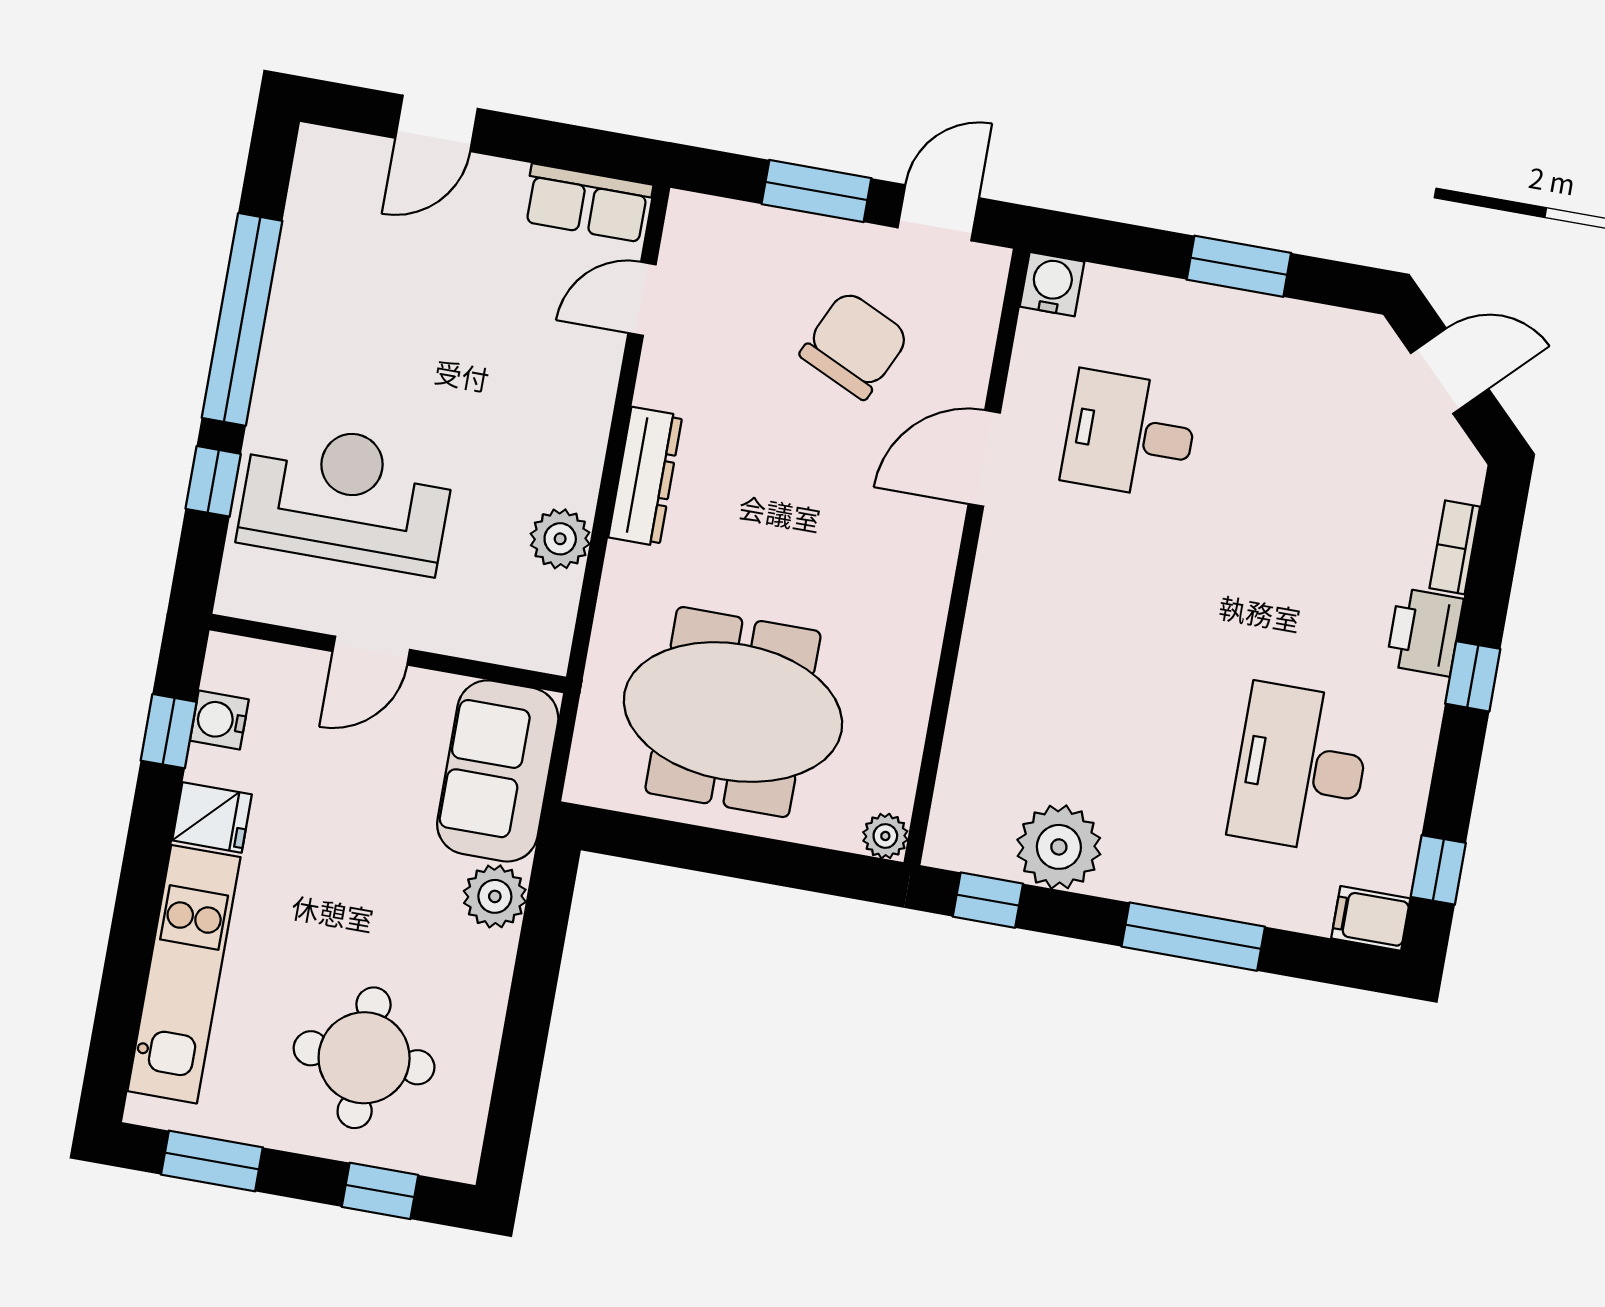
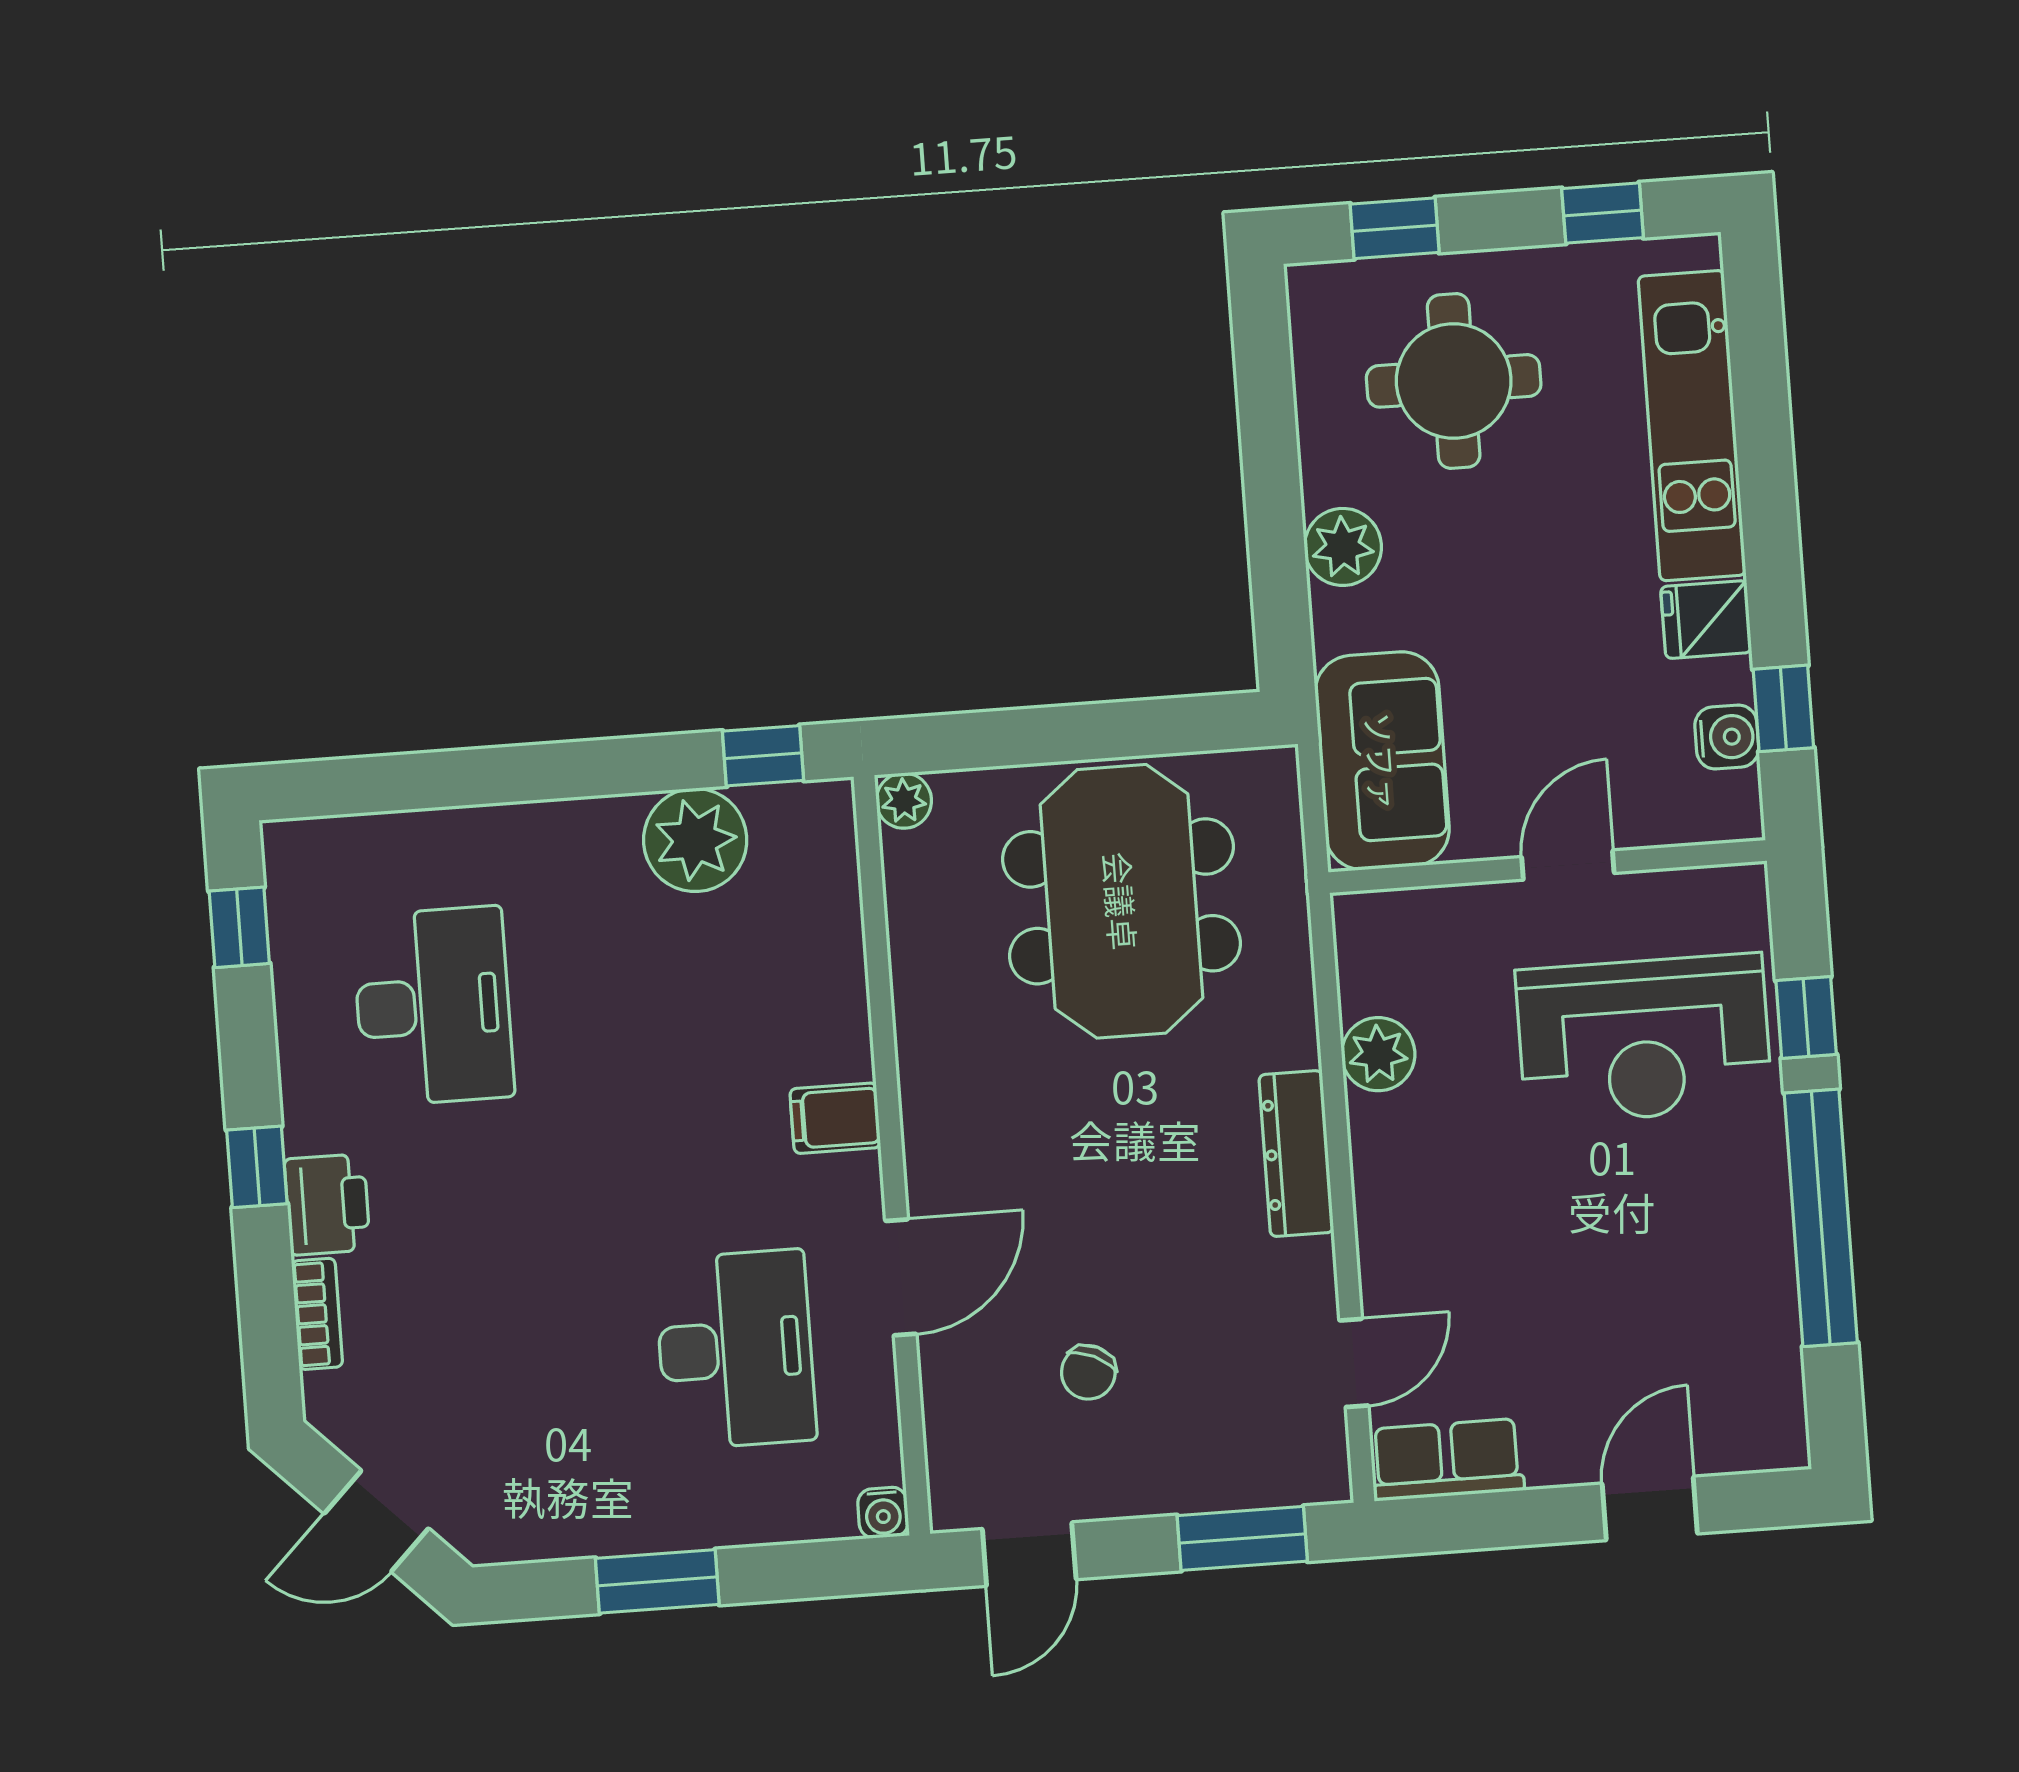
window: (816, 191) -> (1242, 1538), moved
water cooler: (1052, 284) -> (883, 1513), width x0.72, depth x0.72
chair: (855, 345) -> (1088, 1372), width x0.54, depth x0.54
desk: (1130, 435) -> (735, 1349), width x1.37
meeting table: (733, 712) -> (1121, 901), turned 90
plant: (495, 896) -> (1343, 547), moved
filing cabinet: (1371, 918) -> (835, 1118), moved, turned 180
window: (1193, 937) -> (509, 774), removed
window: (212, 1161) -> (1603, 213), width x0.67

